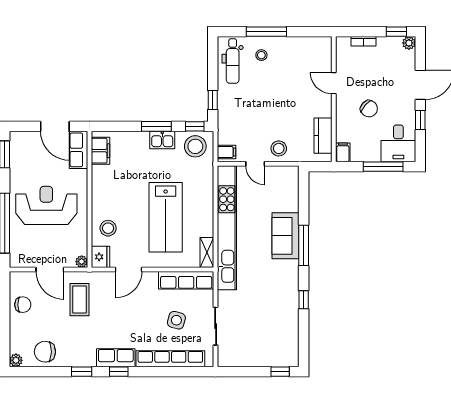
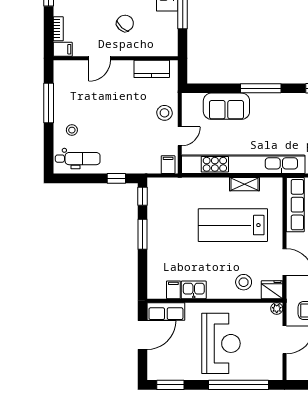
window: (266, 32) -> (49, 103), moved
kitchen sink: (162, 140) -> (194, 290), moved, turned -90
stool: (195, 146) -> (162, 196), removed
filing cabinet: (100, 151) -> (173, 290), width x0.50
filing cabinet: (343, 152) -> (63, 49), moved, turned 180
reception desk: (46, 205) -> (221, 343), turned 180
lab bench: (166, 217) -> (233, 225), turned 180
sofa: (285, 236) -> (226, 106), moved
shelving: (207, 252) -> (244, 184), moved

